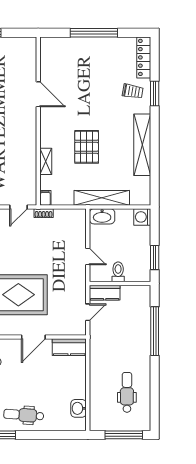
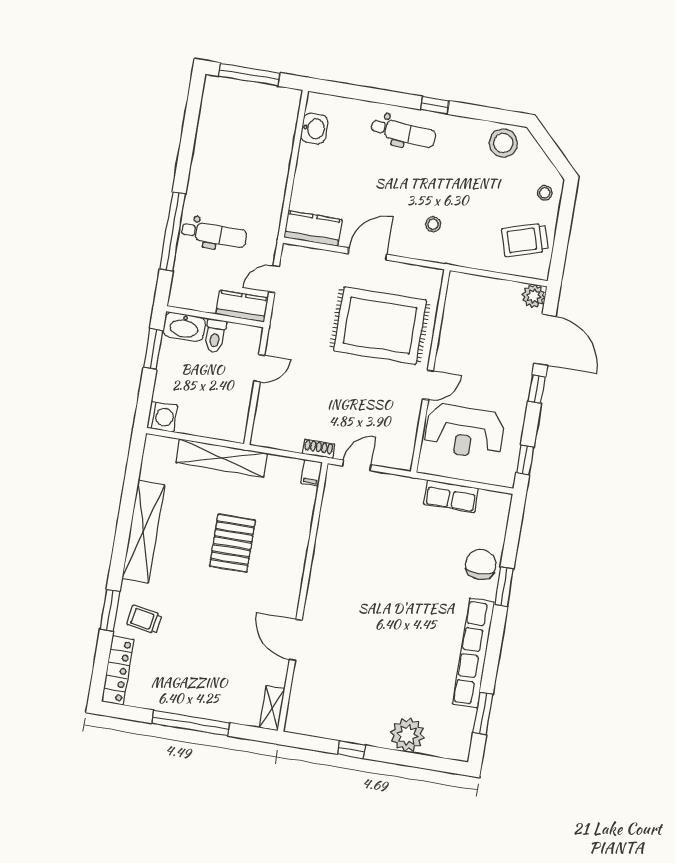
shelving: (46, 161) -> (272, 708), moved
washbasin: (102, 216) -> (184, 327), moved, turned 180
door: (88, 256) -> (259, 368), swing flipped
dental chair: (127, 392) -> (214, 234), moved, turned -90

